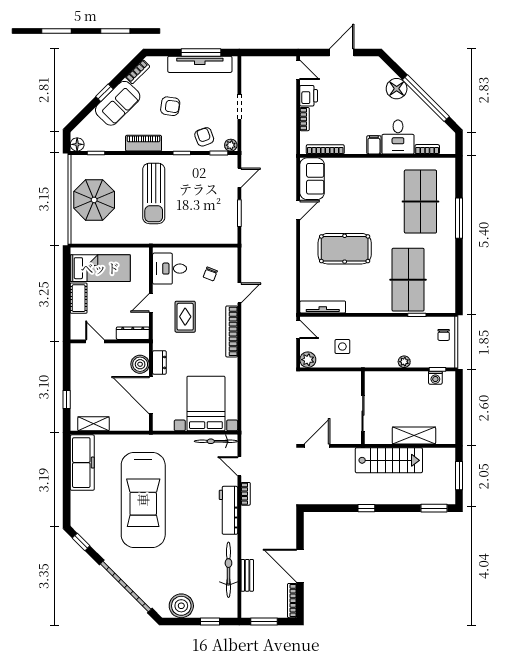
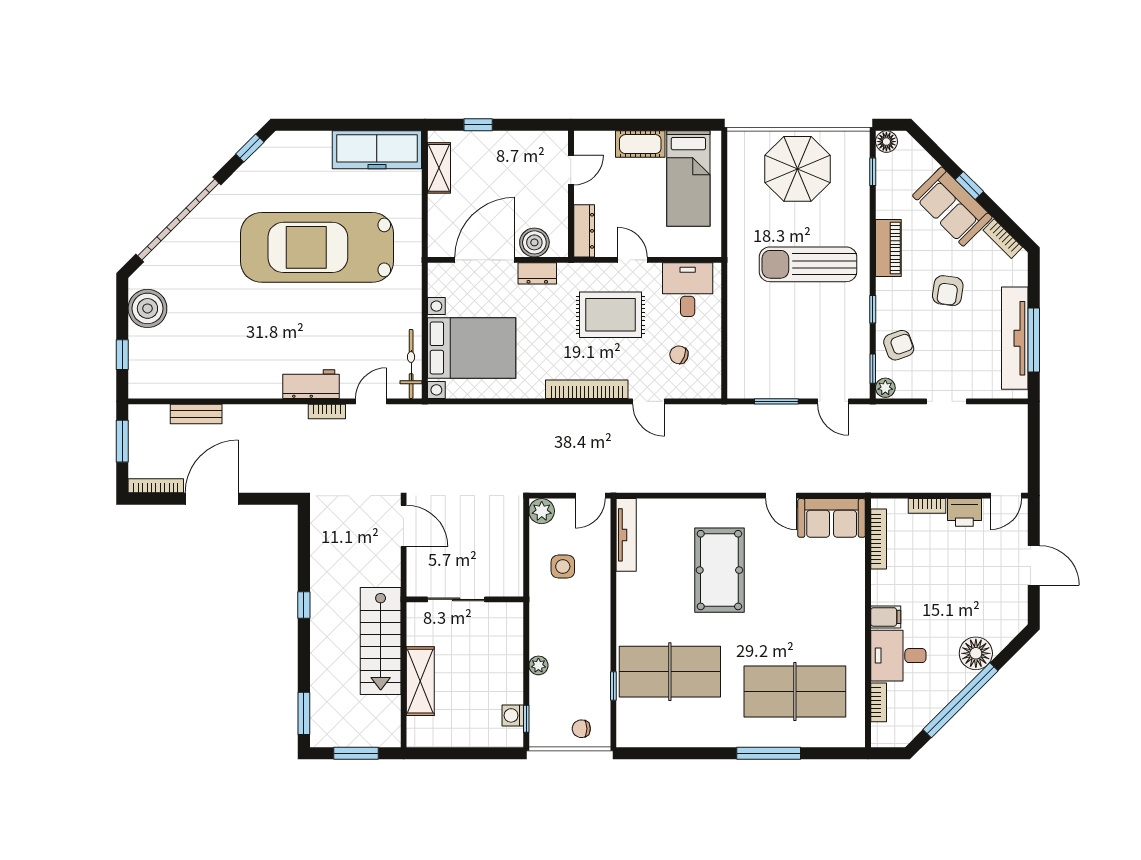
rug: (185, 317) -> (610, 315), width x1.36, depth x1.43
workbench: (228, 510) -> (311, 384), width x0.73
bicycle: (228, 570) -> (205, 384), removed

